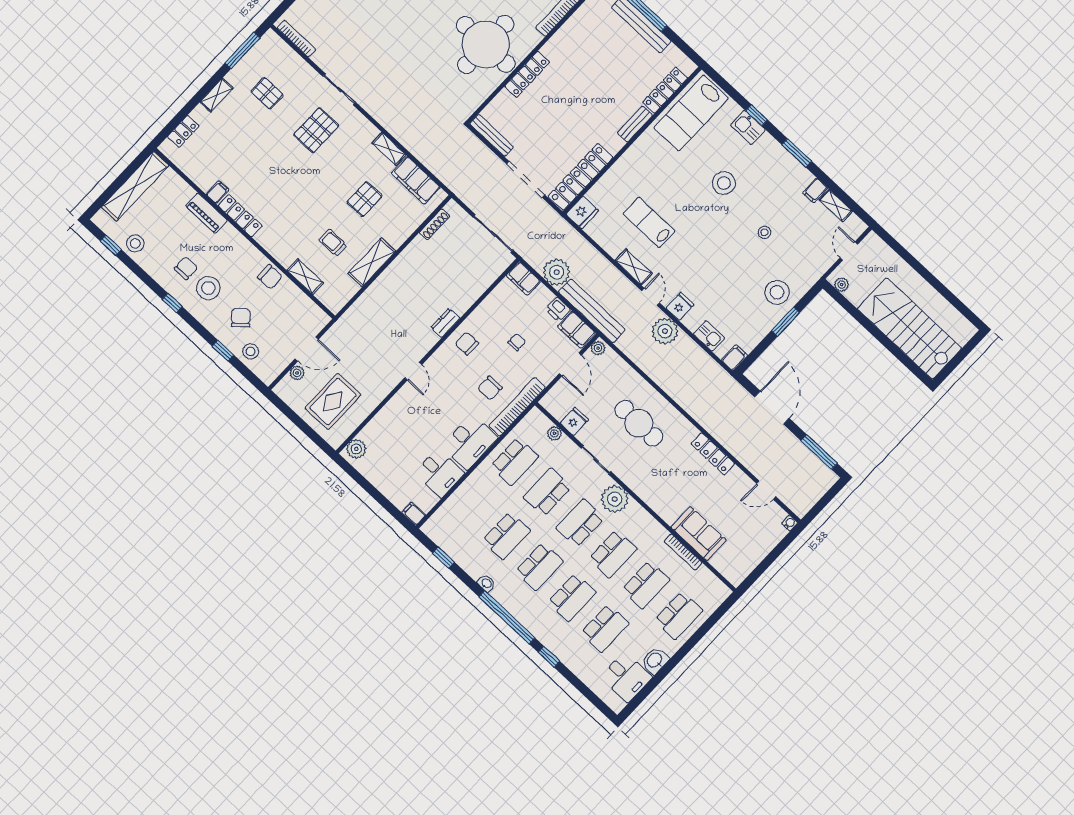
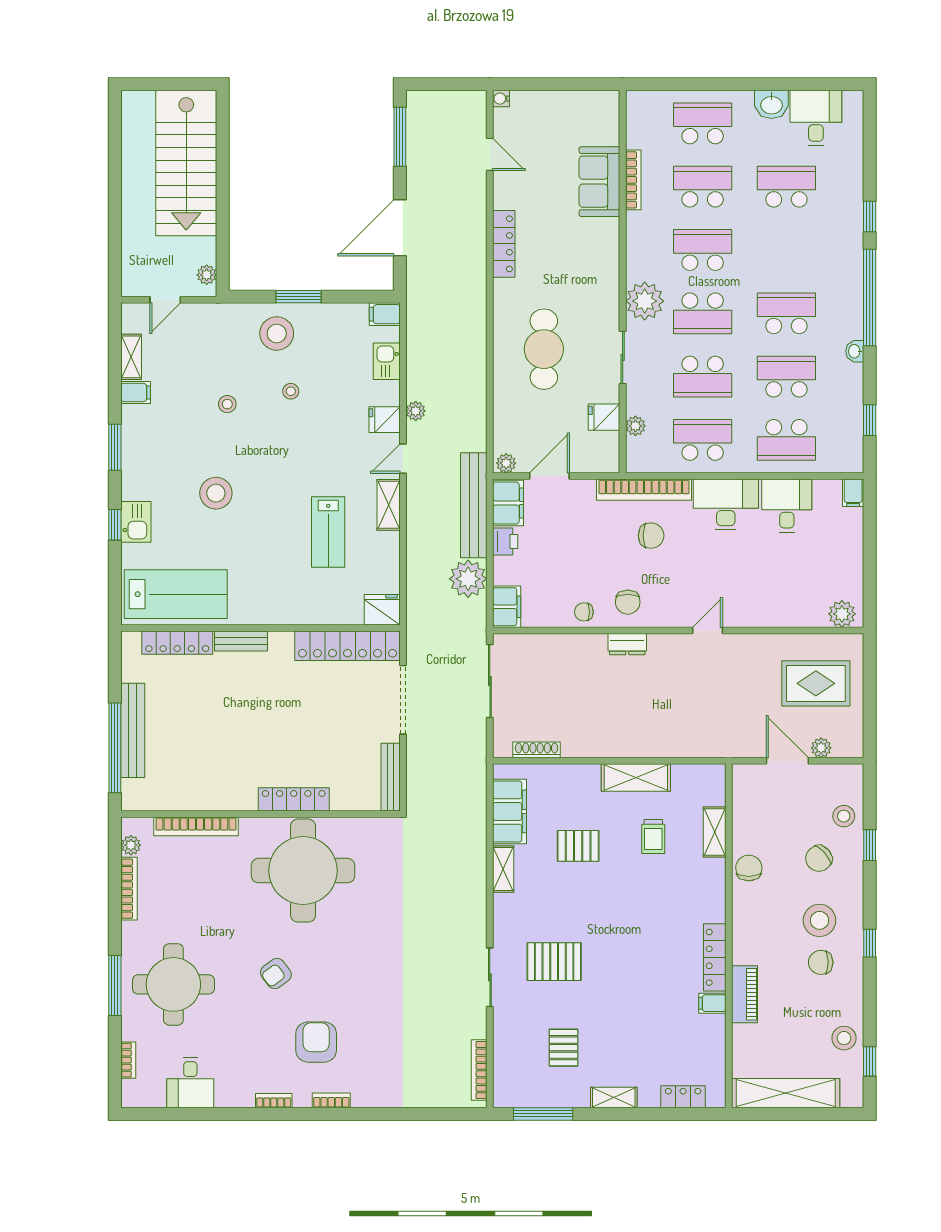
stool: (740, 271) -> (291, 391), added
plant: (665, 331) -> (416, 411), width x0.53, depth x0.53
chair: (517, 342) -> (584, 612), moved
school desk: (572, 597) -> (786, 440), moved, turned 180

